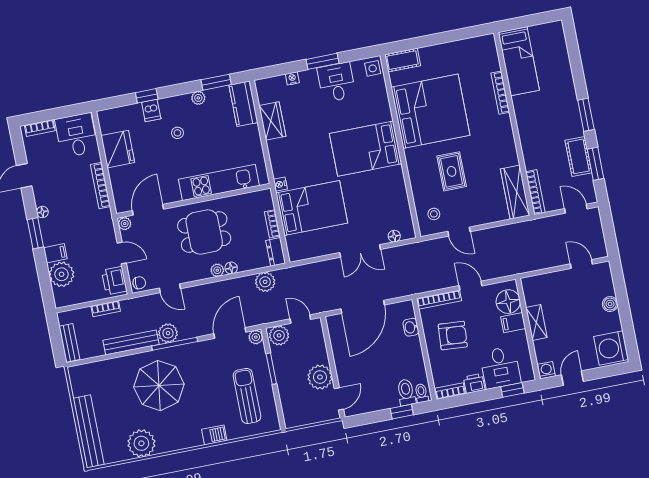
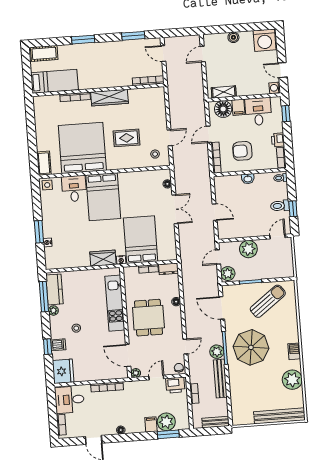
window: (323, 61) -> (39, 232), moved
window: (216, 82) -> (44, 297), width x1.44
desk: (337, 82) -> (74, 189), moved, turned 90
kitchen counter: (243, 104) -> (55, 289), moved, turned -90
window: (586, 115) -> (83, 40), moved
wardrobe: (272, 121) -> (103, 258), moved
fridge: (118, 149) -> (63, 371), moved, turned 90
cot: (579, 156) -> (44, 53), moved
wardrobe: (515, 192) -> (110, 98), moved
door: (576, 209) -> (163, 53), hinge flipped
window: (35, 233) -> (168, 434), moved
plant: (217, 270) -> (177, 312), removed
plant: (265, 282) -> (189, 279), removed
door: (363, 307) -> (215, 212), width x0.53
shelving: (536, 323) -> (224, 92), moved
washbasin: (411, 327) -> (248, 179), moved
armchair: (453, 336) -> (242, 151), turned -94
plant: (256, 337) -> (227, 290), removed
desk: (500, 367) -> (258, 111), moved, turned -90
plant: (320, 377) -> (248, 249), moved
parasol: (159, 386) -> (251, 347), moved
toilet: (406, 392) -> (280, 206), moved
sun lounger: (247, 396) -> (268, 301), turned 143
door: (339, 399) -> (277, 237), hinge flipped
window: (402, 412) -> (293, 209), moved
barbecue: (214, 435) -> (294, 351), moved

